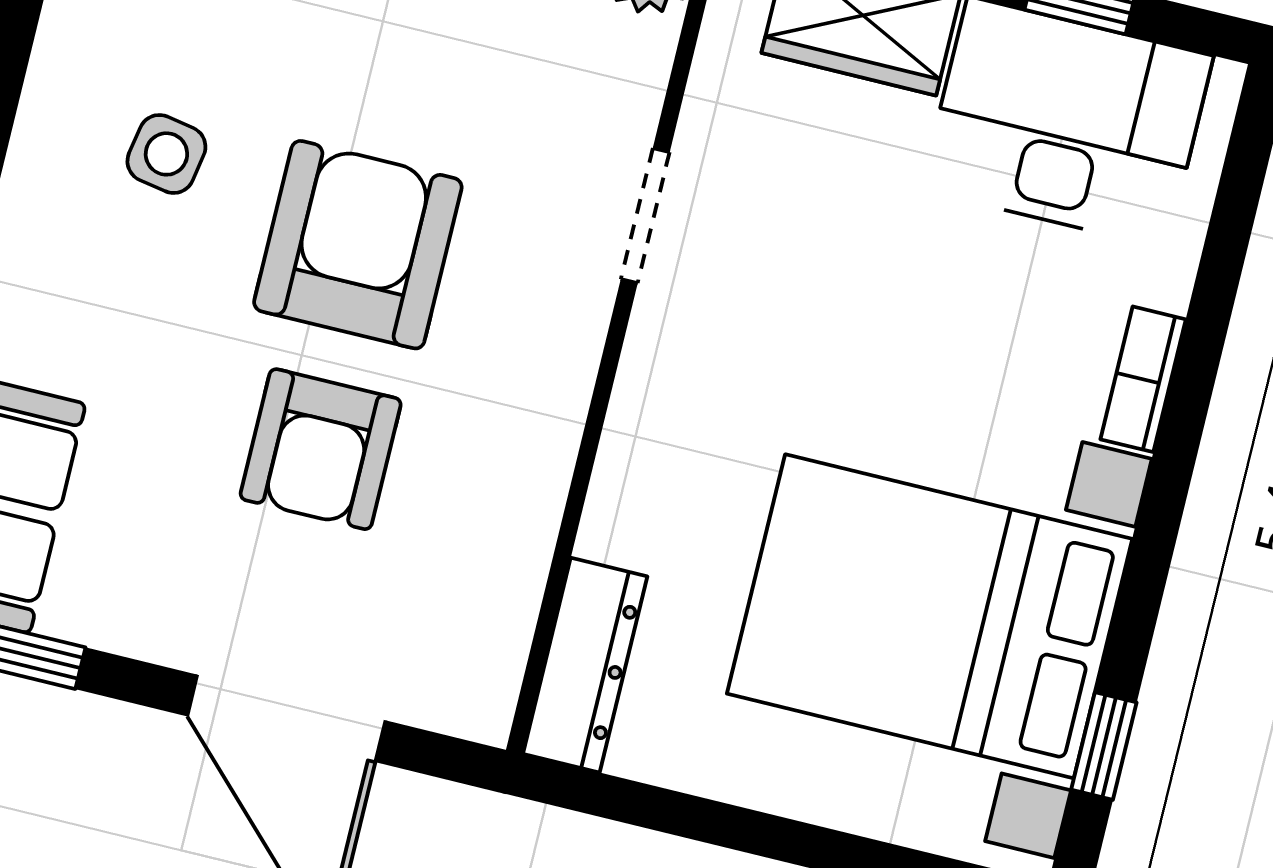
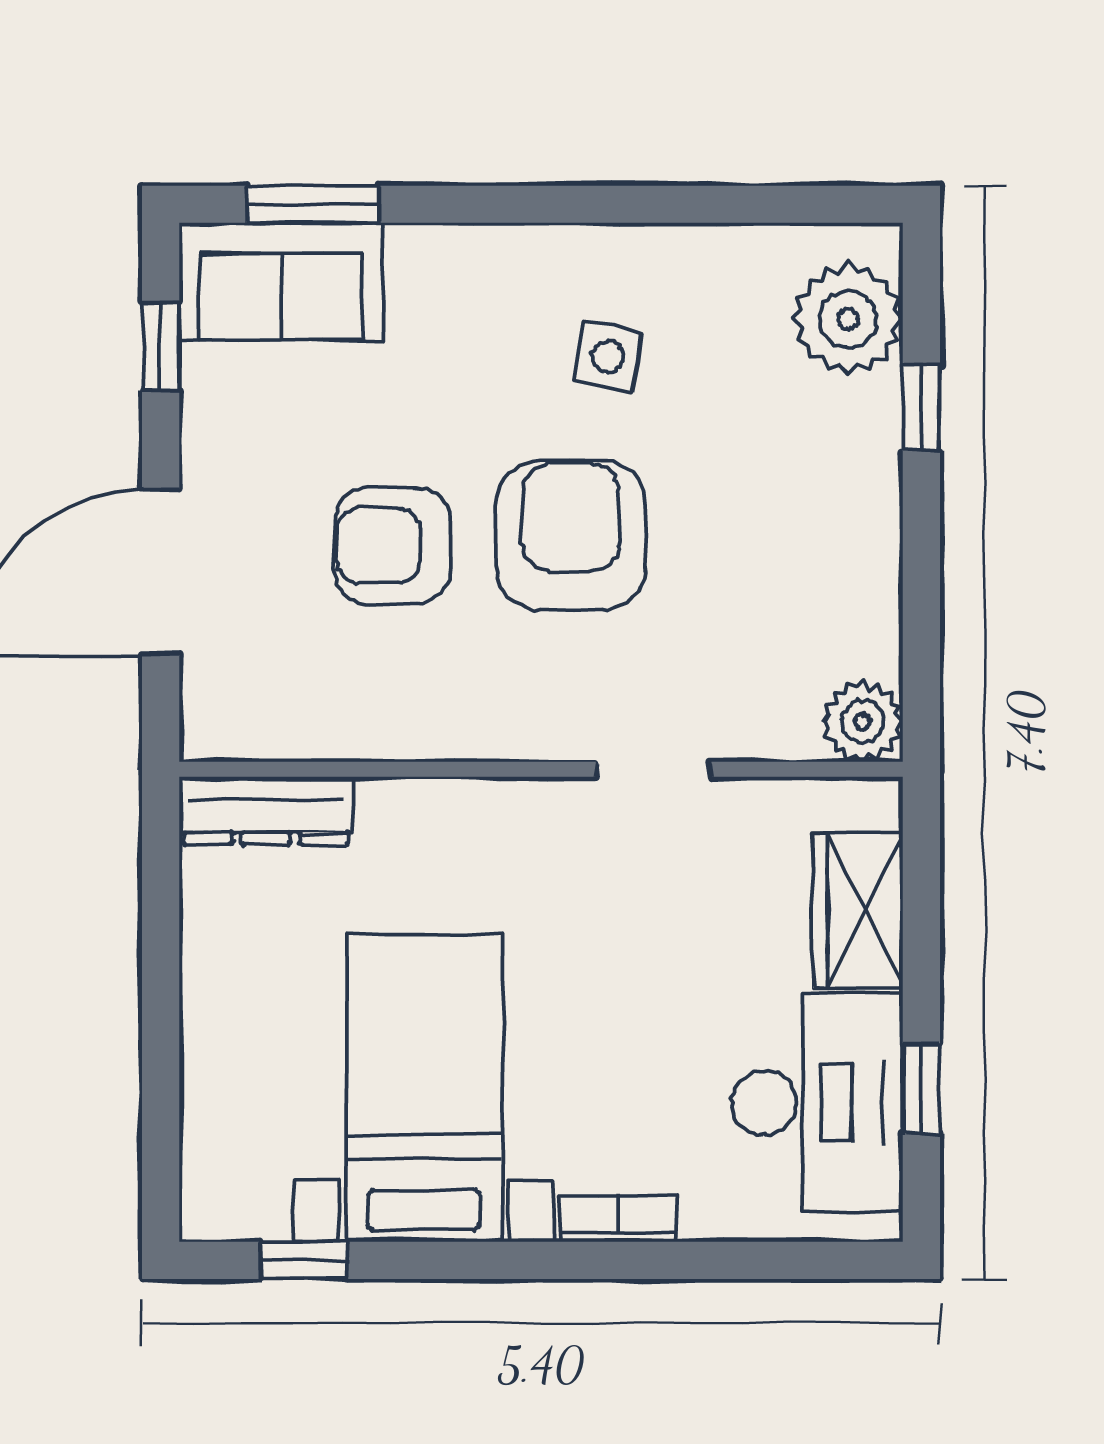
armchair: (358, 245) -> (571, 535), turned -90
bed with nightstands: (930, 616) -> (424, 1088), width x0.73

